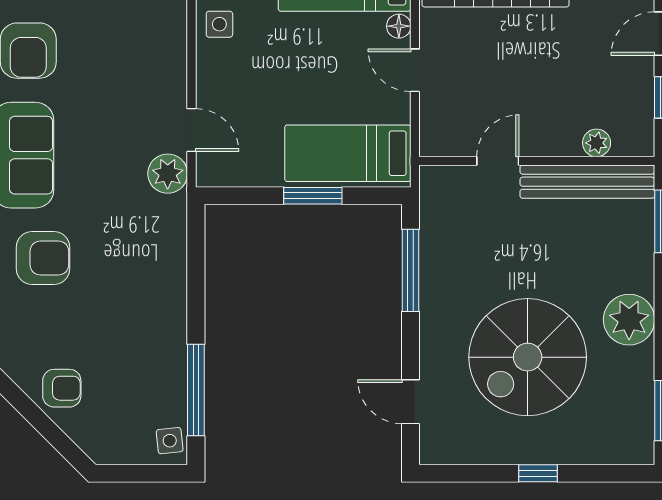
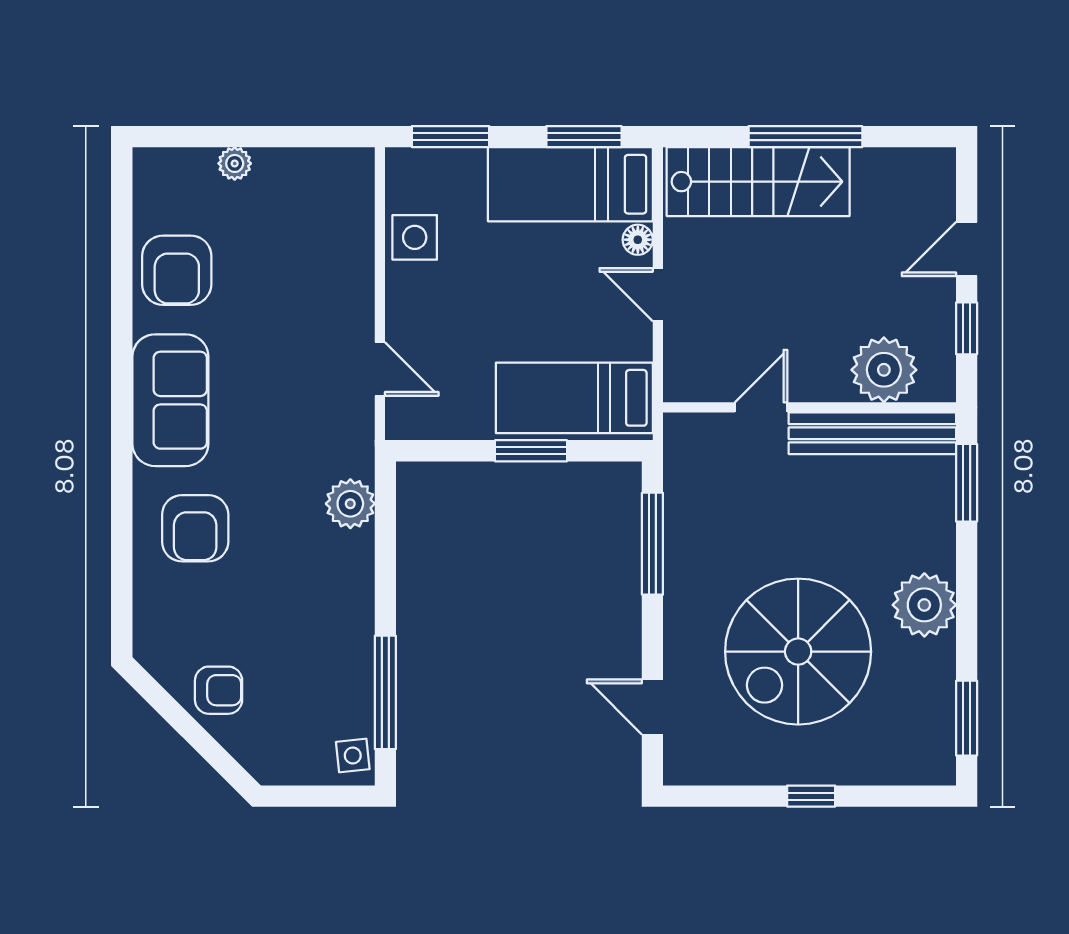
side table: (219, 24) -> (415, 237), width x1.37, depth x1.37
plant: (597, 143) -> (884, 370), width x1.87, depth x1.87
plant: (168, 174) -> (350, 504), moved
armchair: (43, 258) -> (195, 528), turned 90

